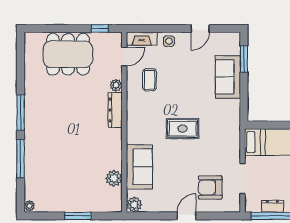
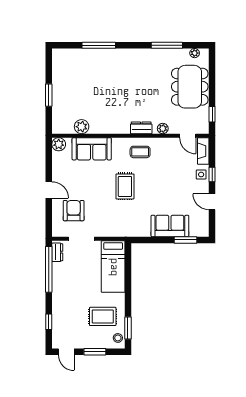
window: (169, 29) -> (212, 175), added
coffee table: (150, 80) -> (140, 152), moved
dresser: (115, 110) -> (141, 128), width x0.70
window: (20, 113) -> (167, 45), moved
plant: (29, 206) -> (195, 53), moved
dresser: (272, 206) -> (57, 252), moved

